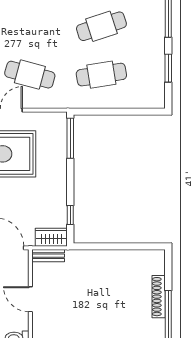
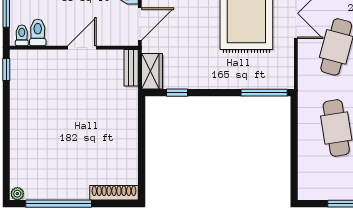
shoe rack: (159, 297) -> (114, 193), moved

